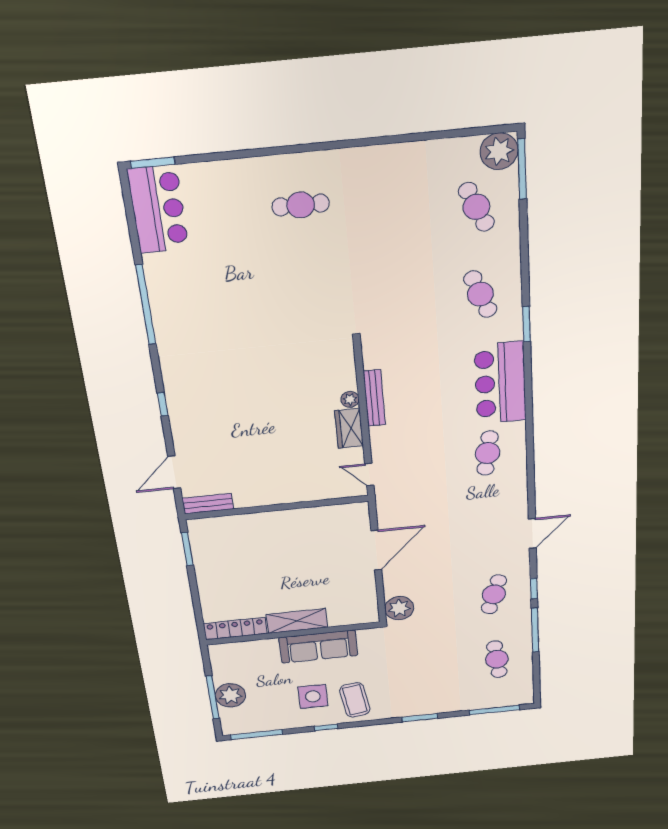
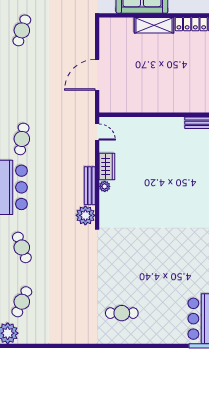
cafe table: (476, 207) -> (22, 302), turned 48
plant: (399, 608) -> (85, 215), moved

